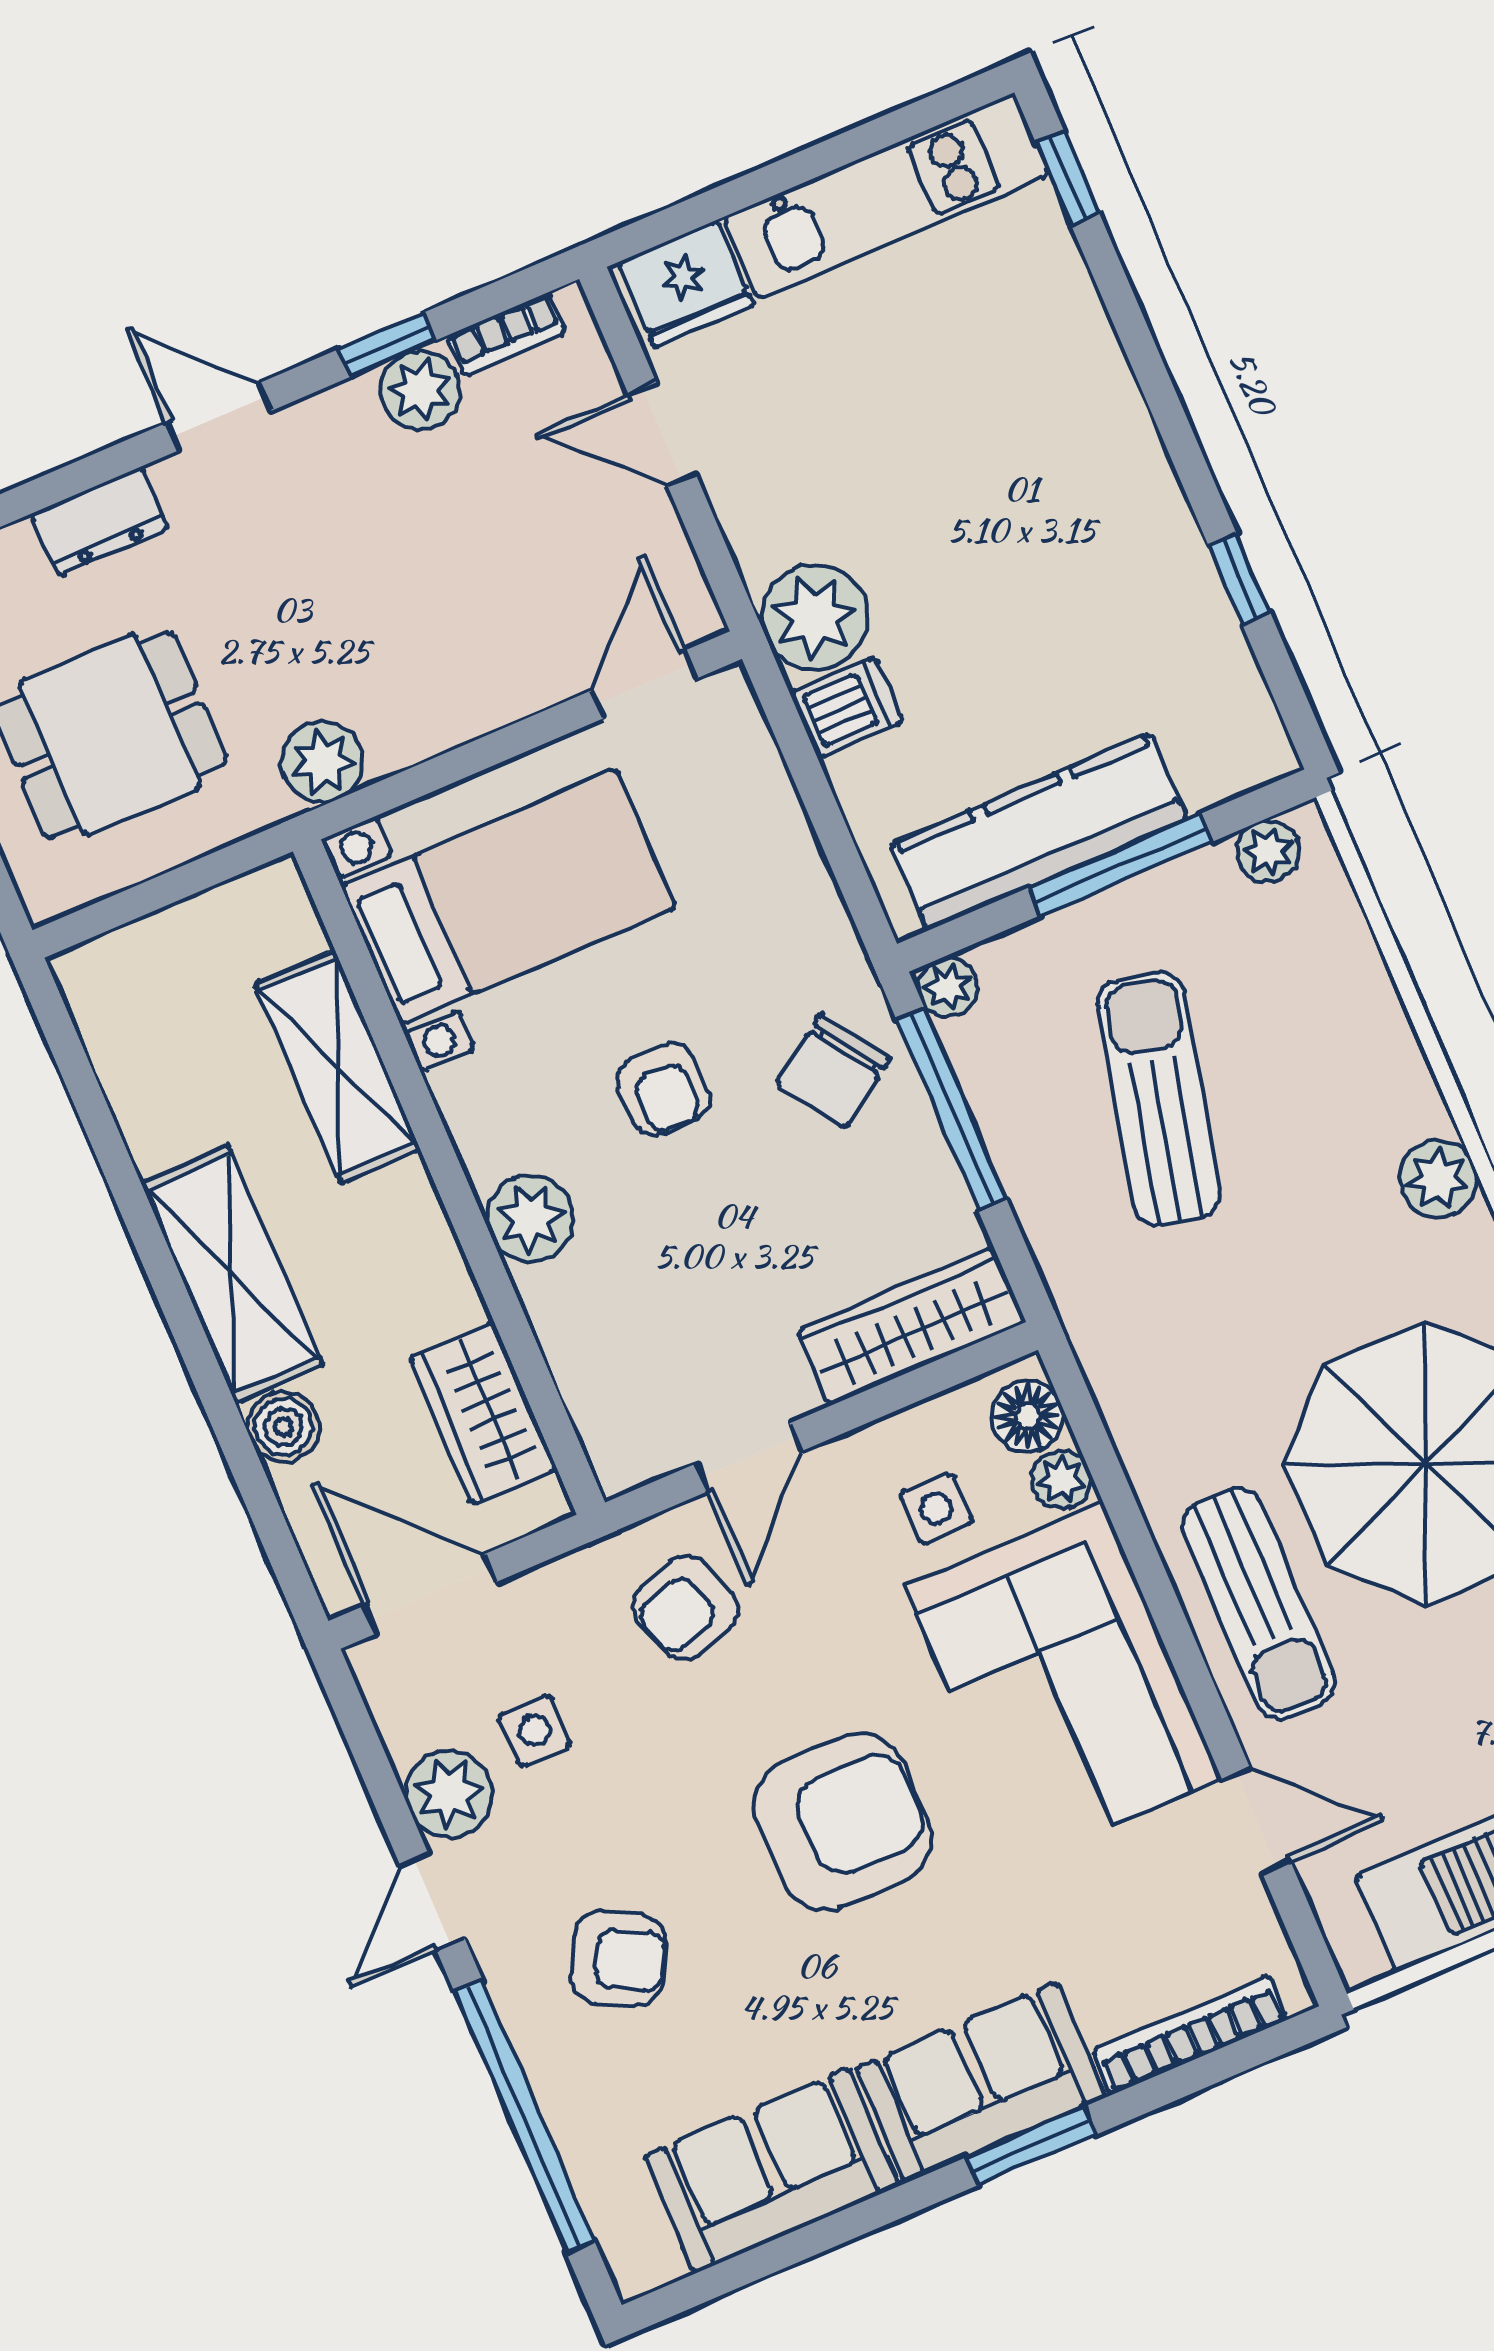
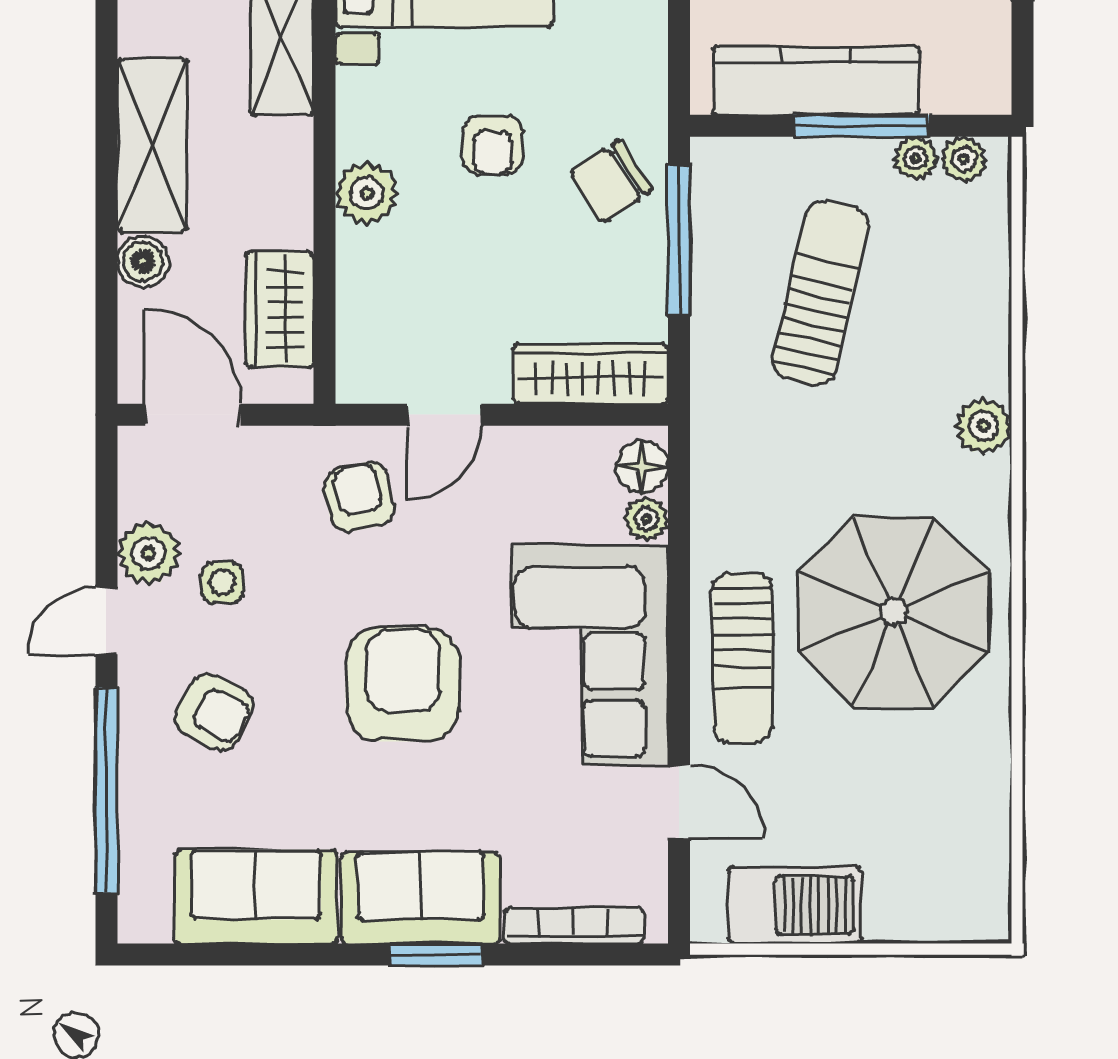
plant: (948, 987) -> (916, 158), moved
side table: (936, 1508) -> (555, 502), removed
armchair: (685, 1607) -> (359, 497), turned 97
side table: (535, 1730) -> (223, 583), moved
armchair: (843, 1822) -> (403, 684), turned -90

